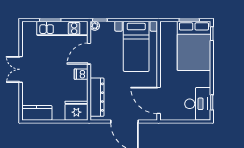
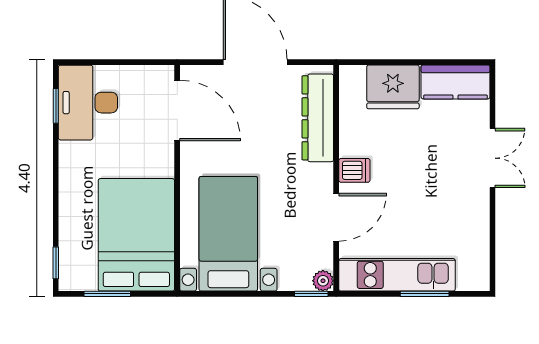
bed: (194, 46) -> (136, 235), moved
double door: (21, 69) -> (493, 158), moved
fridge: (76, 111) -> (393, 87), moved

